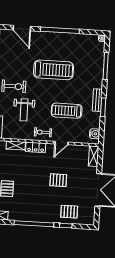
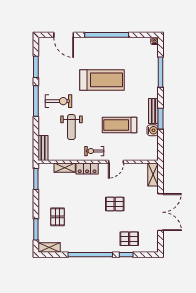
water cooler: (95, 134) -> (153, 130), moved

